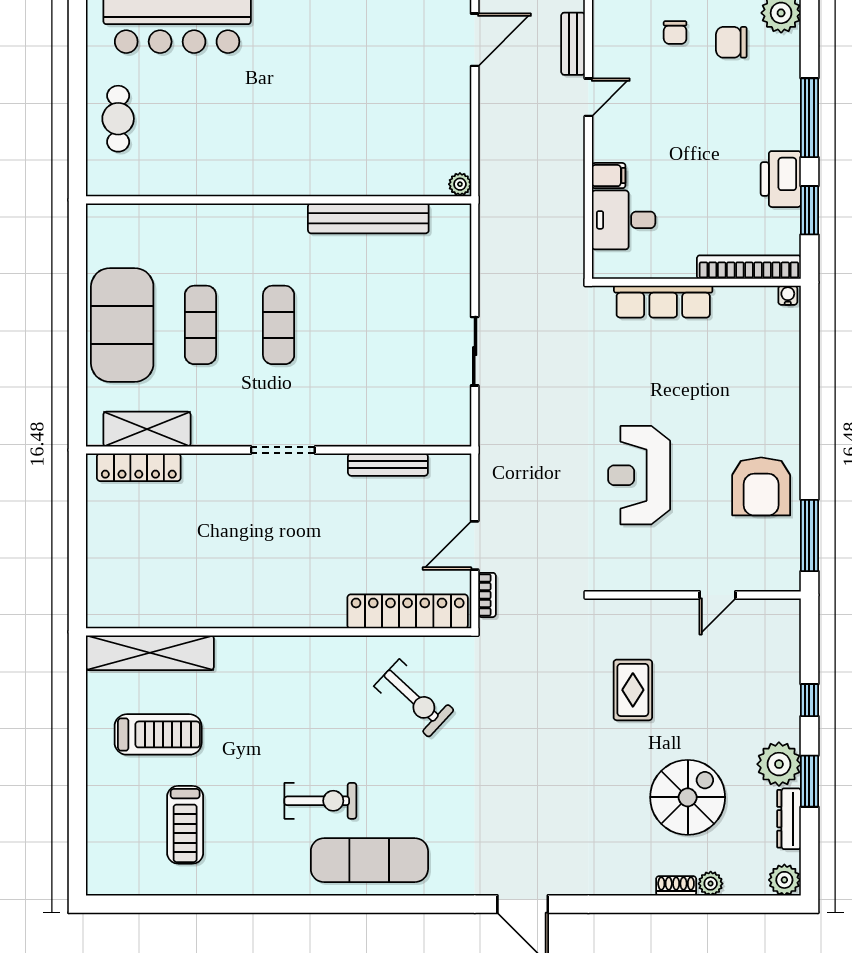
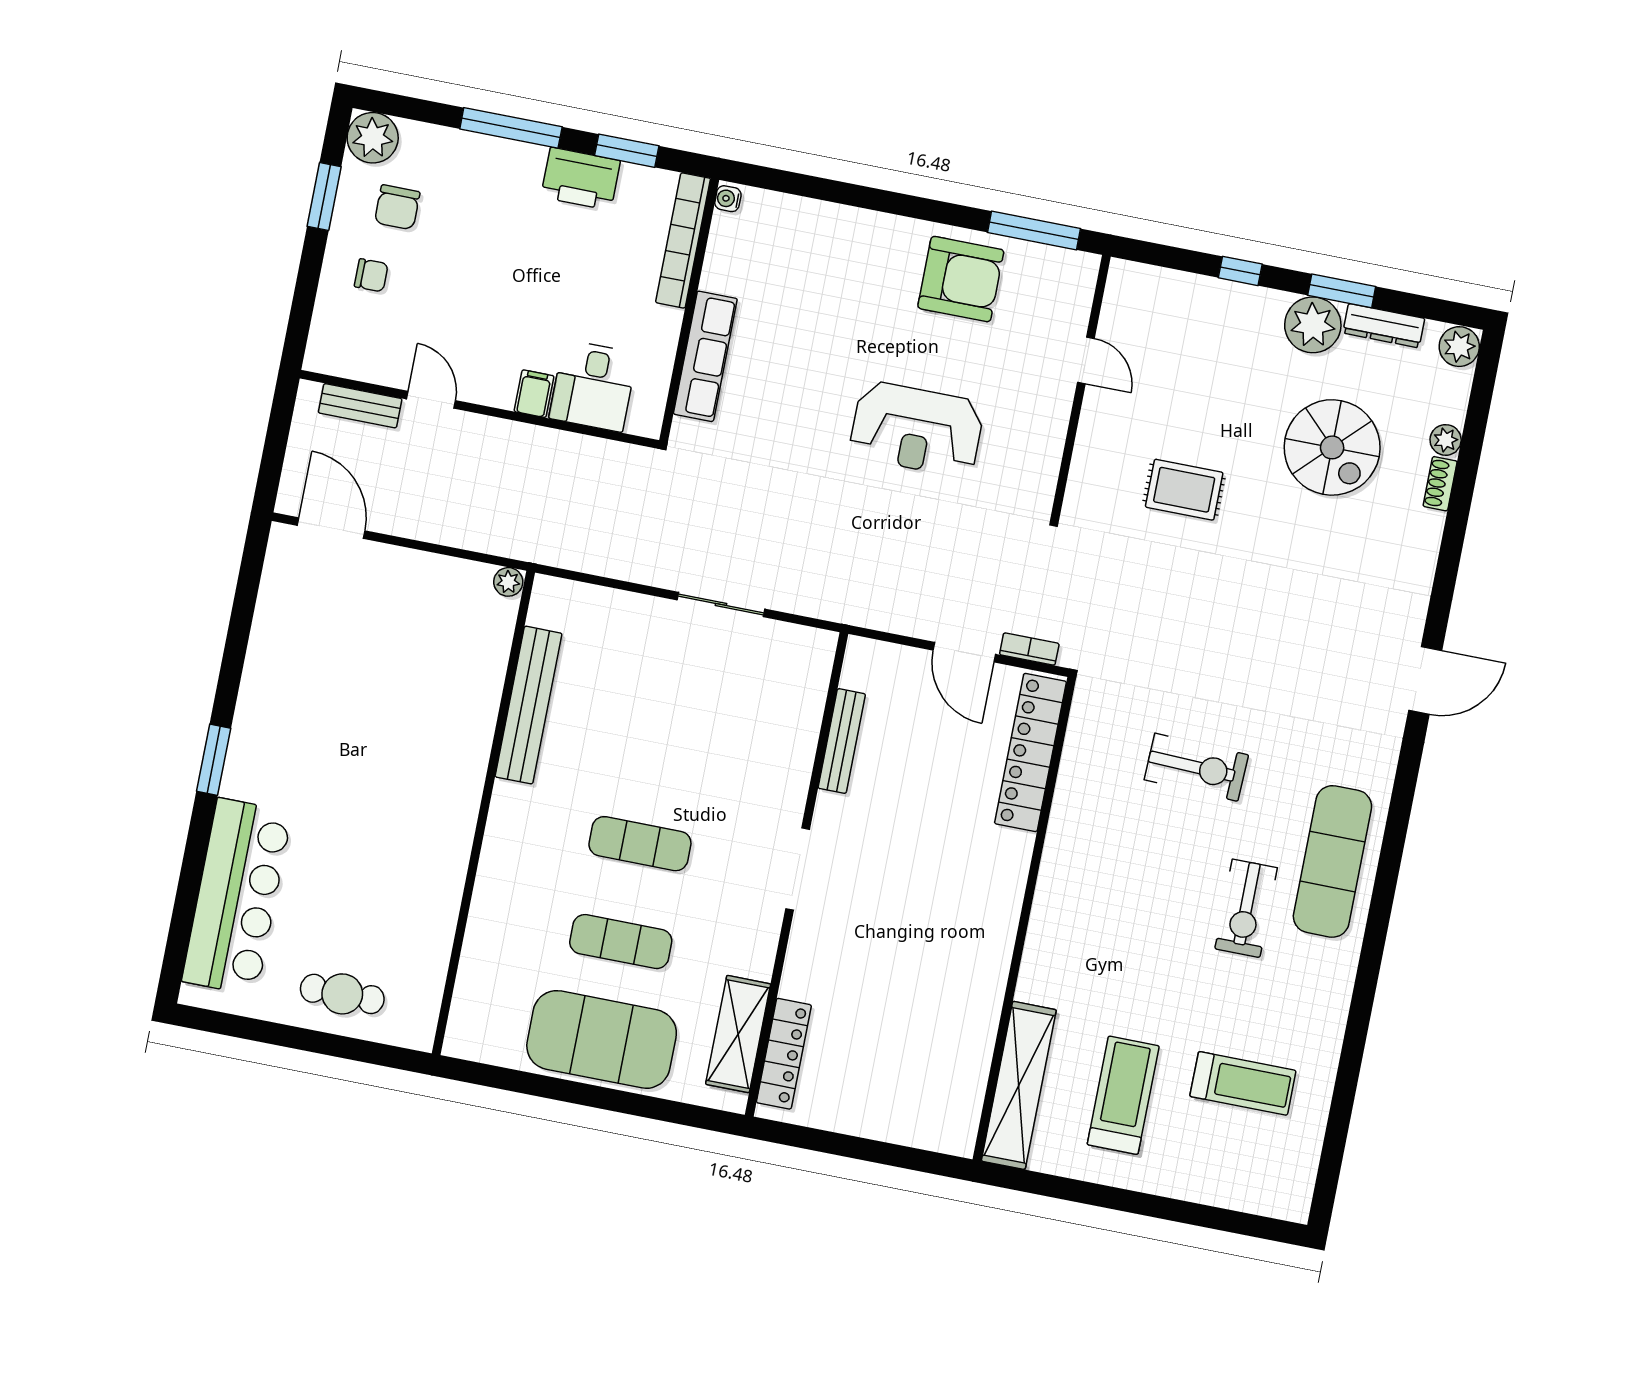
exercise bike: (414, 698) -> (1196, 767), moved, turned 49
spiral stairs: (688, 797) -> (1332, 447), turned 180
exercise bike: (320, 801) -> (1246, 908), turned 180

